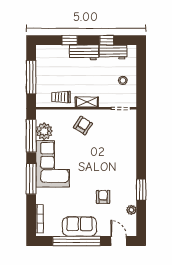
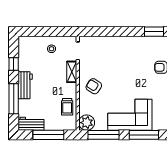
window: (70, 40) -> (14, 99), width x2.17
workbench: (113, 52) -> (31, 124), moved, turned -90
shelving: (87, 102) -> (72, 72), moved
plant: (44, 131) -> (87, 123), moved

